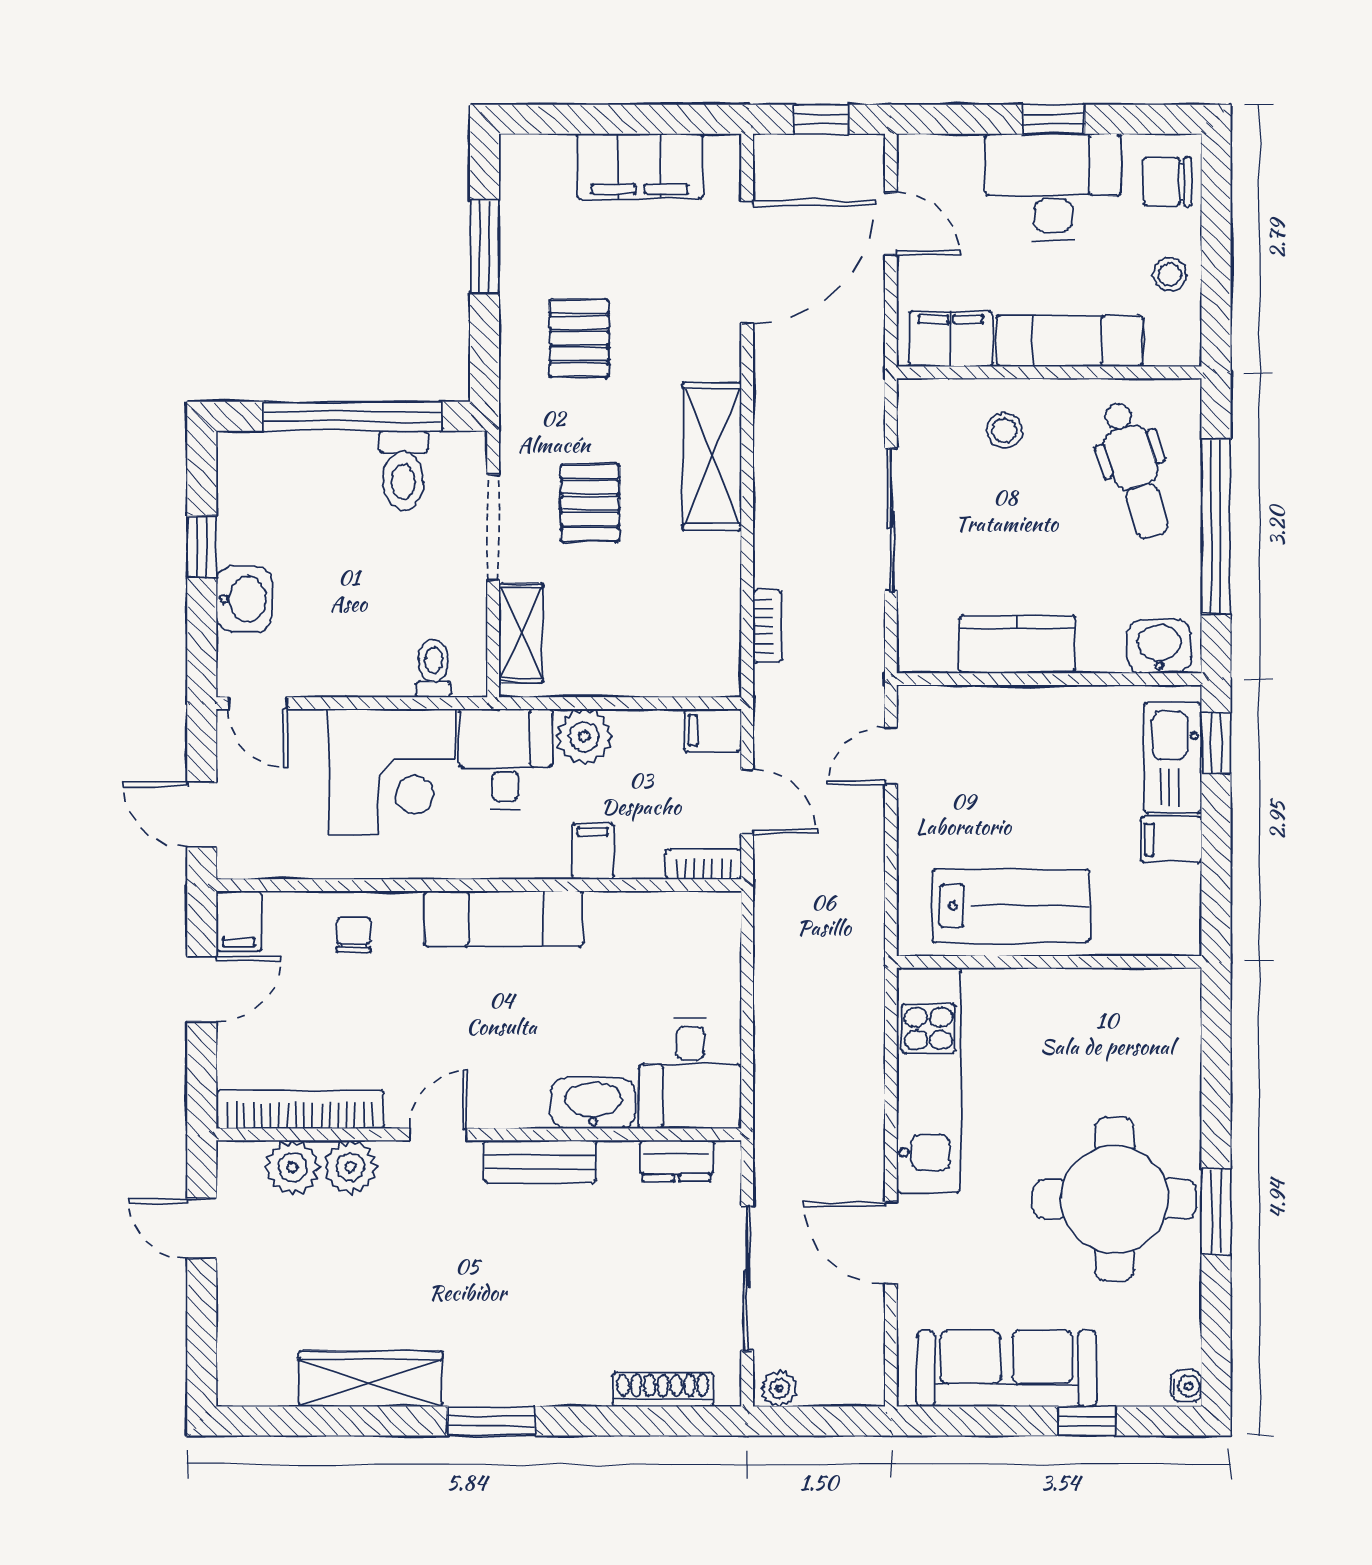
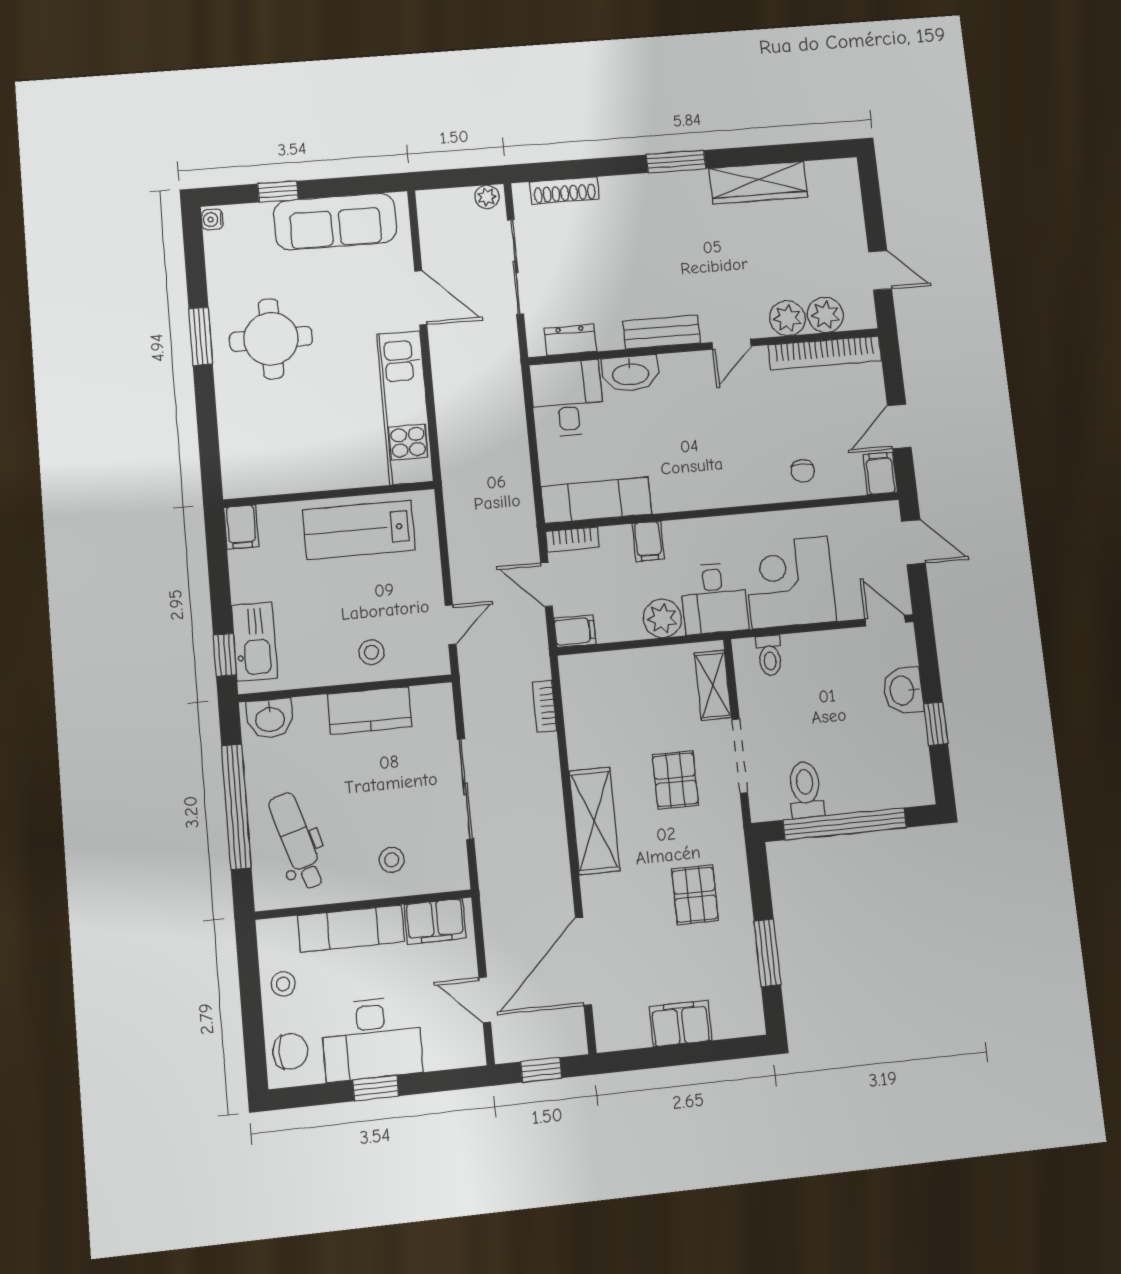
filing cabinet: (640, 166) -> (681, 1024), width x0.67, depth x0.86
stool: (1008, 727) -> (372, 652), added
filing cabinet: (1171, 840) -> (241, 527), moved, turned 90
exam couch: (504, 919) -> (596, 500), moved
round table: (1115, 1199) -> (271, 339), width x0.73, depth x0.73

